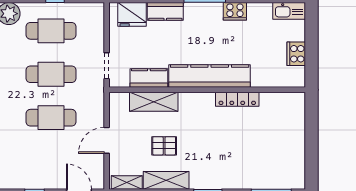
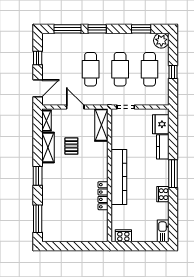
cooker: (296, 54) -> (123, 236), moved
kitchen counter: (149, 78) -> (117, 136), removed
shelving: (154, 102) -> (101, 125), moved

